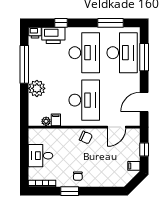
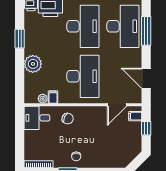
window: (24, 64) -> (20, 39), width x0.47
door: (144, 102) -> (146, 78), hinge flipped
chair: (86, 137) -> (68, 119), moved
desk: (41, 156) -> (37, 118), moved
filing cabinet: (134, 166) -> (135, 116), moved

